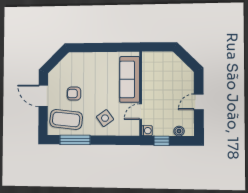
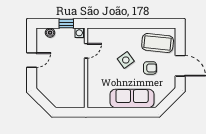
sofa: (130, 79) -> (132, 98), moved, turned -90
side table: (105, 118) -> (126, 60), moved
window: (75, 140) -> (149, 24), removed

